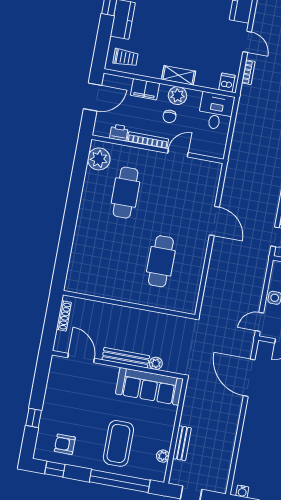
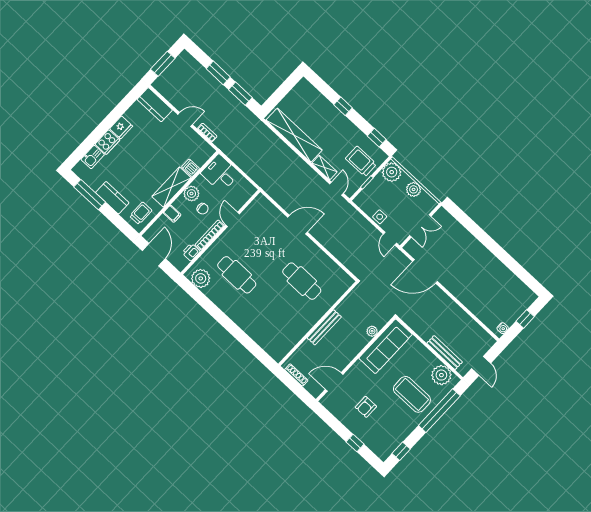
shelving: (179, 75) -> (171, 187), width x1.50, depth x1.33
dishwasher: (227, 83) -> (191, 168), moved
filing cabinet: (145, 89) -> (172, 214), width x0.50
bench: (126, 358) -> (324, 327), moved
bench: (182, 443) -> (445, 353), width x1.36
armchair: (65, 444) -> (366, 407), moved
plant: (163, 456) -> (441, 375), width x1.87, depth x1.87

